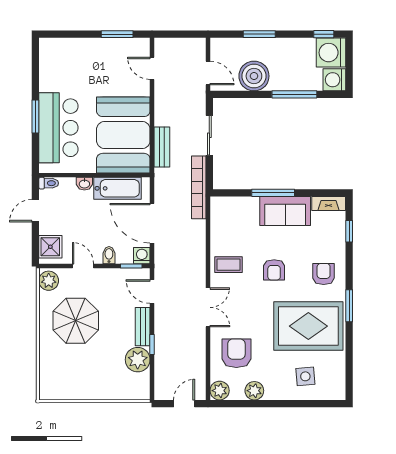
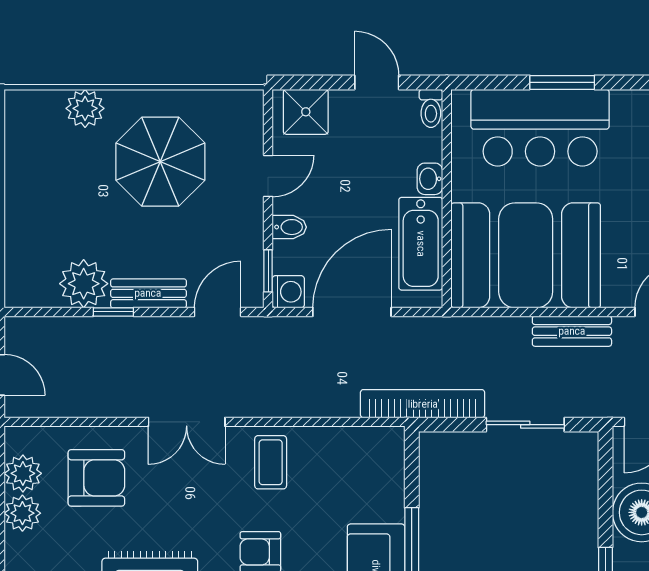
bench: (162, 147) -> (572, 331), moved
plant: (49, 281) -> (85, 108), moved
plant: (220, 391) -> (23, 473), moved

